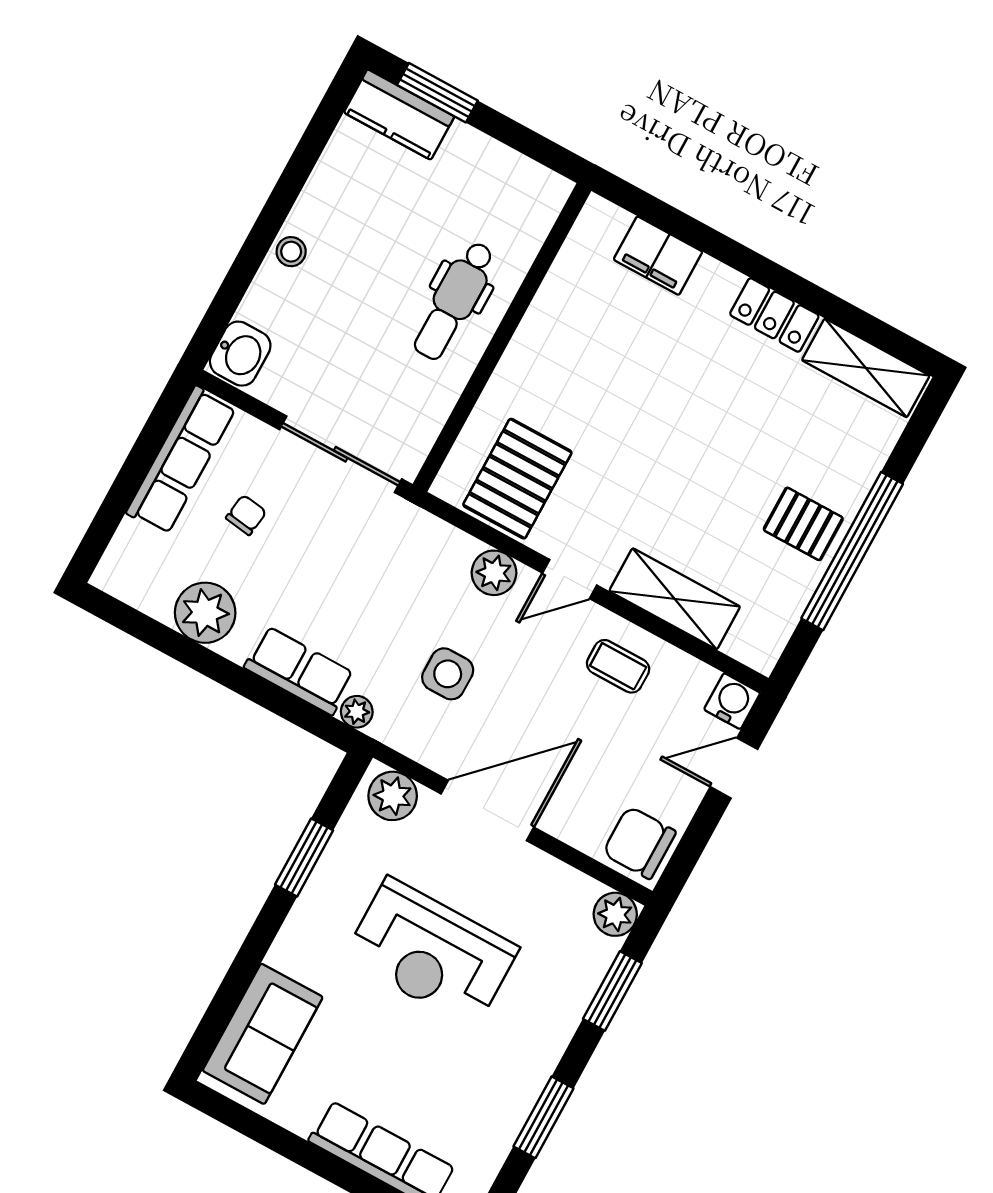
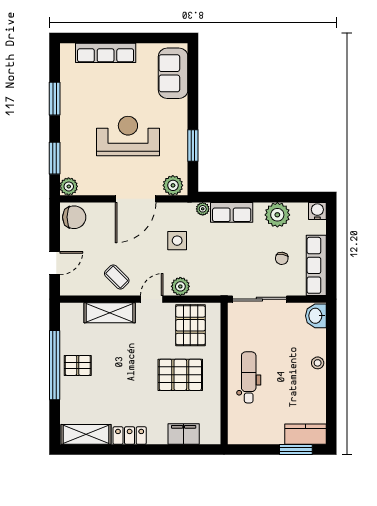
pallet: (596, 385) -> (180, 375), added
coffee table: (618, 666) -> (117, 277), turned 45
water cooler: (732, 701) -> (317, 211), moved, turned 180

